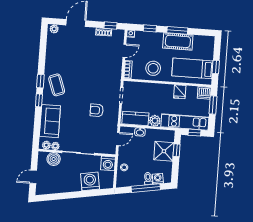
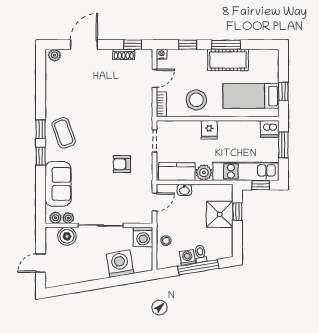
fridge: (180, 92) -> (209, 130), moved
washing machine: (158, 179) -> (187, 257), moved

